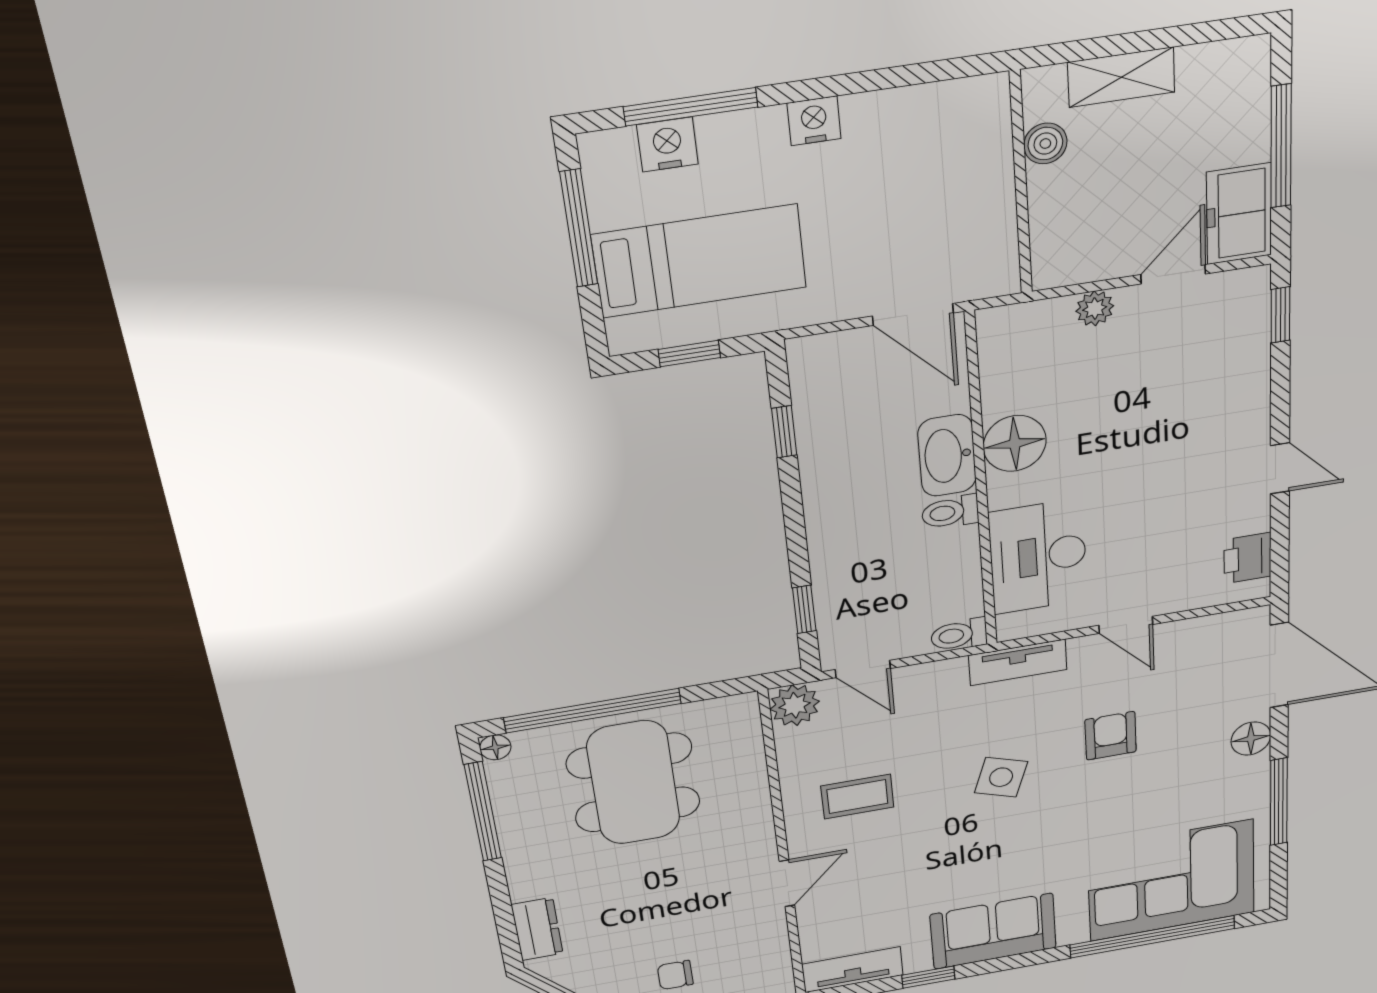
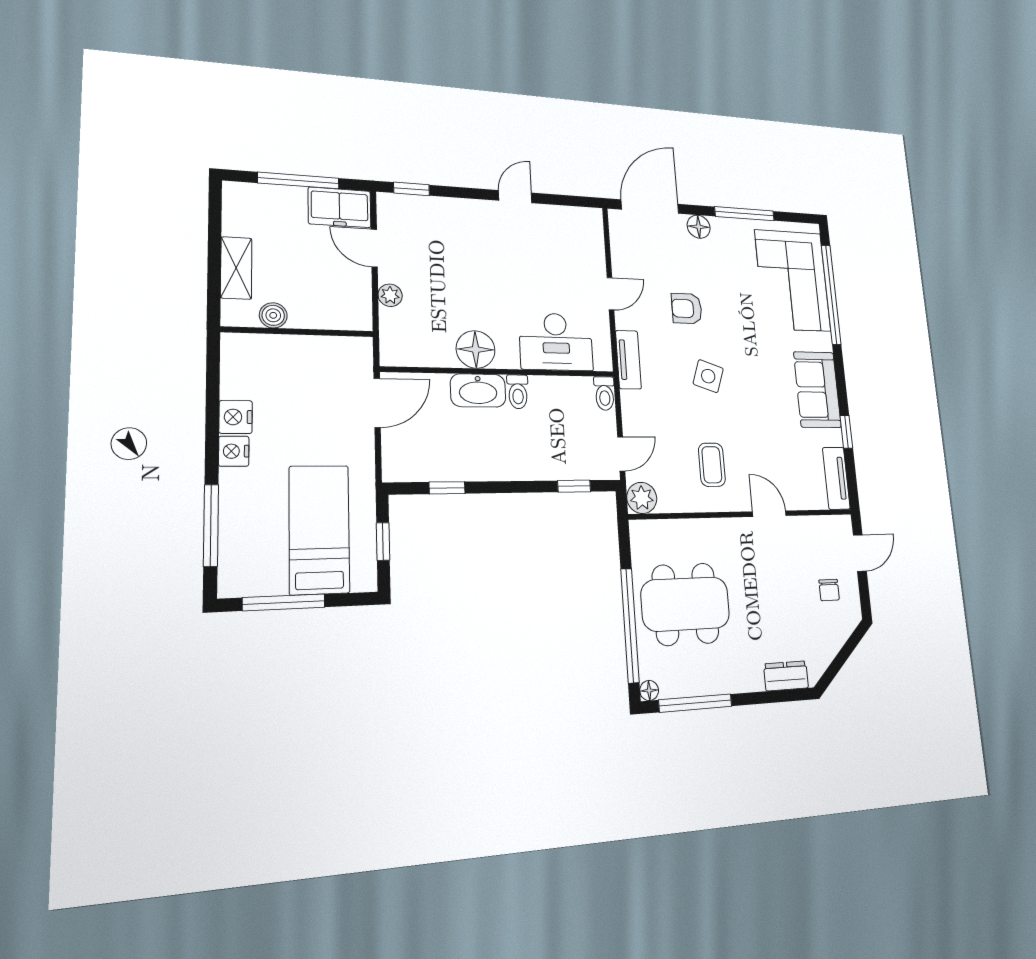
nightstand: (667, 144) -> (236, 417), moved
printer: (1248, 558) -> (574, 220), removed

